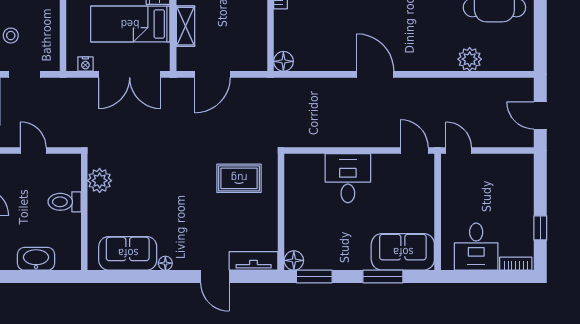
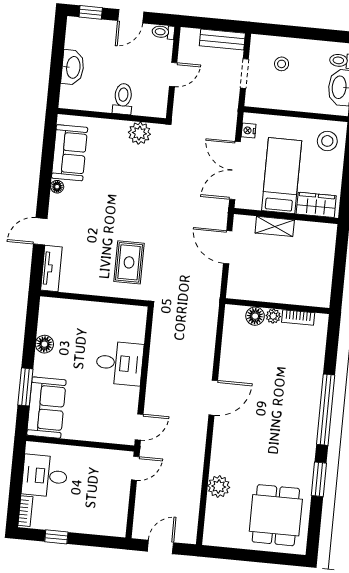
plant: (282, 18) -> (273, 316), added
floor lamp: (283, 61) -> (255, 316), moved
floor lamp: (294, 260) -> (44, 344), moved
window: (314, 276) -> (32, 323), removed

